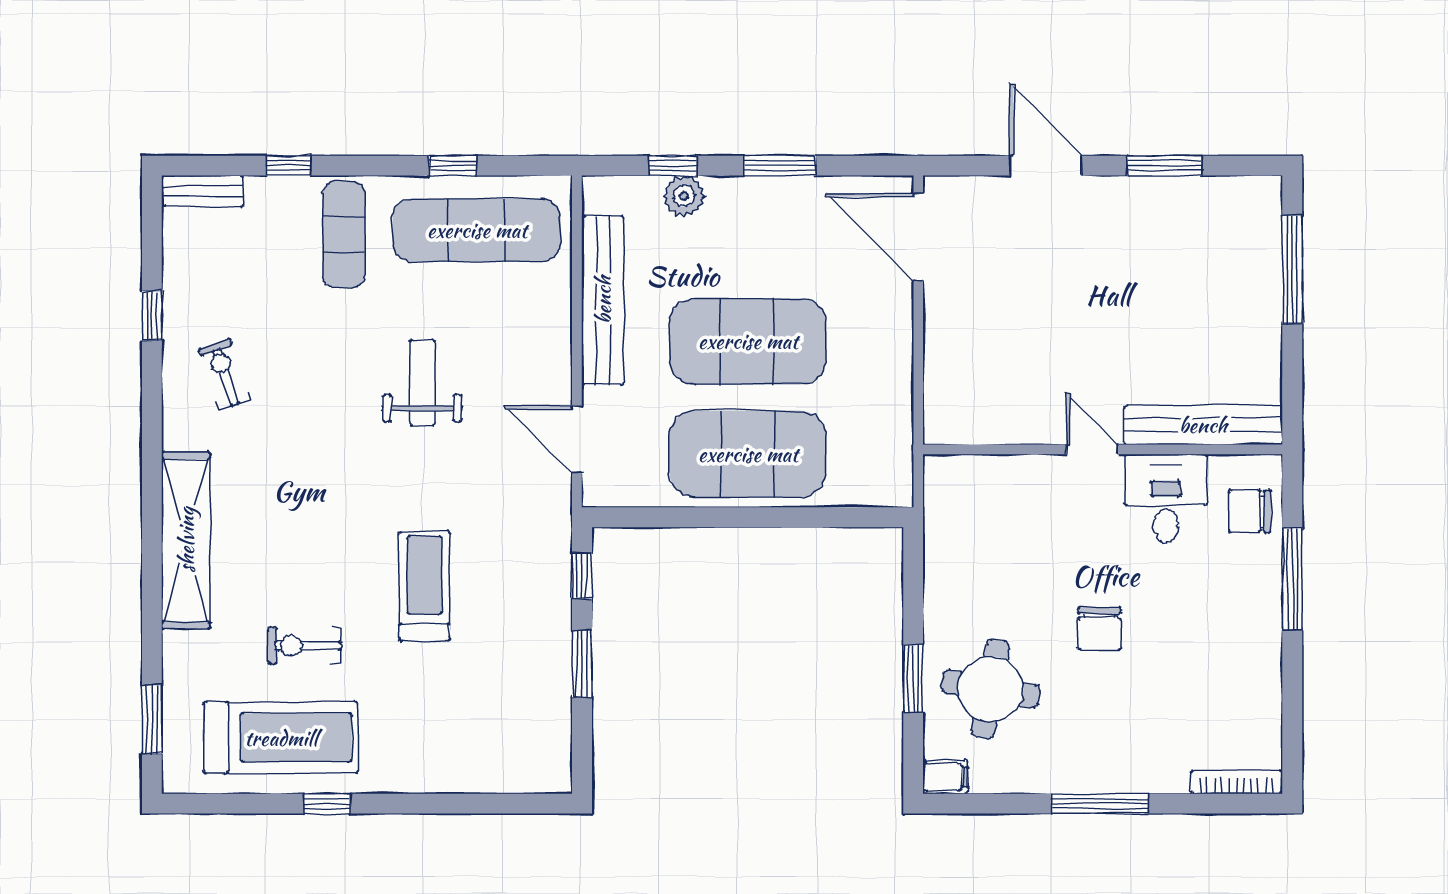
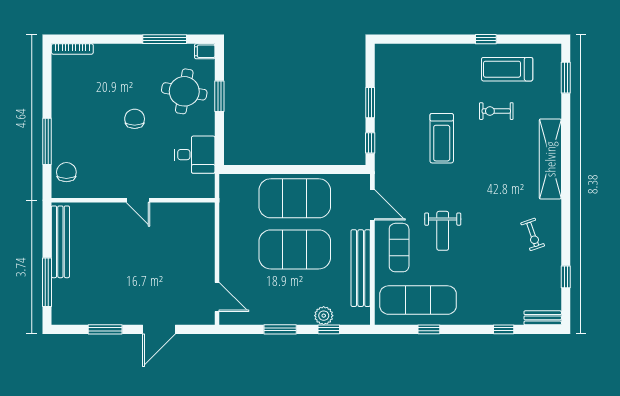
door: (1046, 166) -> (159, 329), hinge flipped
exercise mat: (344, 234) -> (399, 248), moved
door: (918, 237) -> (217, 297), width x0.73
window: (152, 316) -> (566, 277), moved
bench: (1203, 425) -> (60, 242), moved, turned 90
desk: (1166, 498) -> (195, 155), moved, turned -90
chair: (1250, 511) -> (66, 172), turned -90
exercise bike: (305, 646) -> (496, 111), turned 180
treadmill: (281, 738) -> (507, 69), width x0.73, depth x0.73
window: (1100, 804) -> (165, 39), moved

